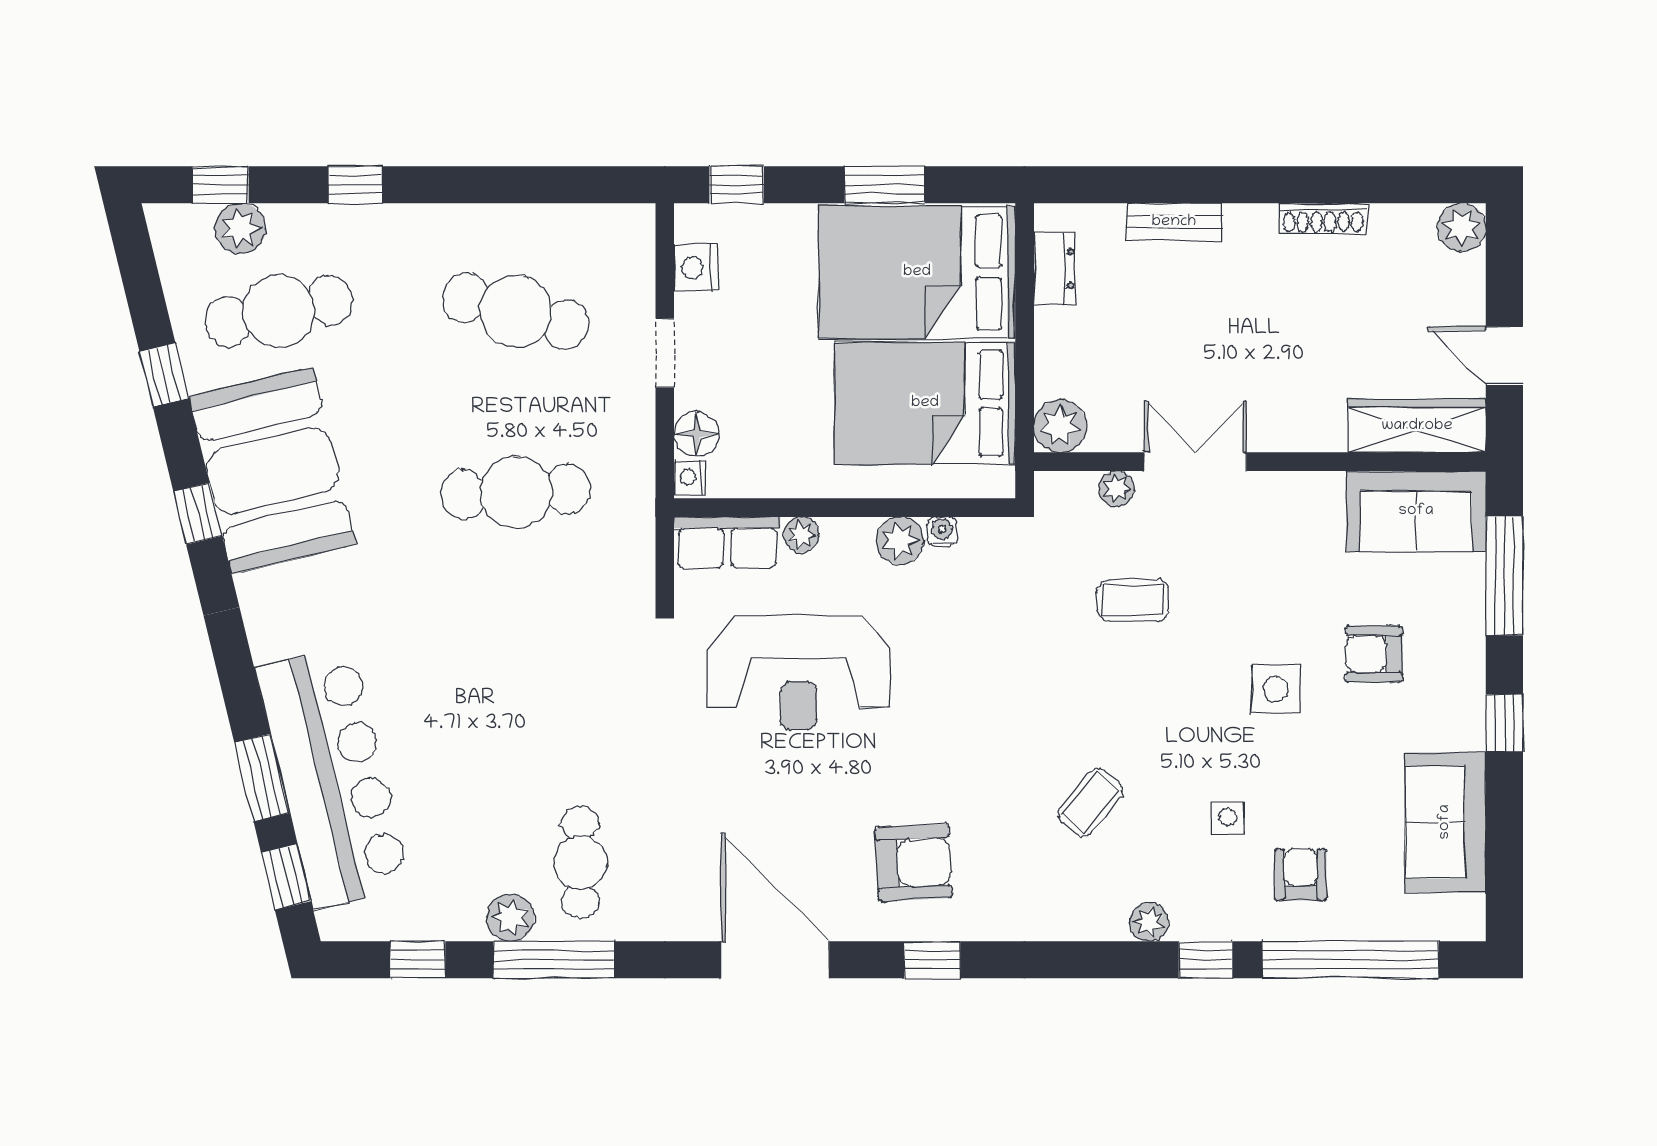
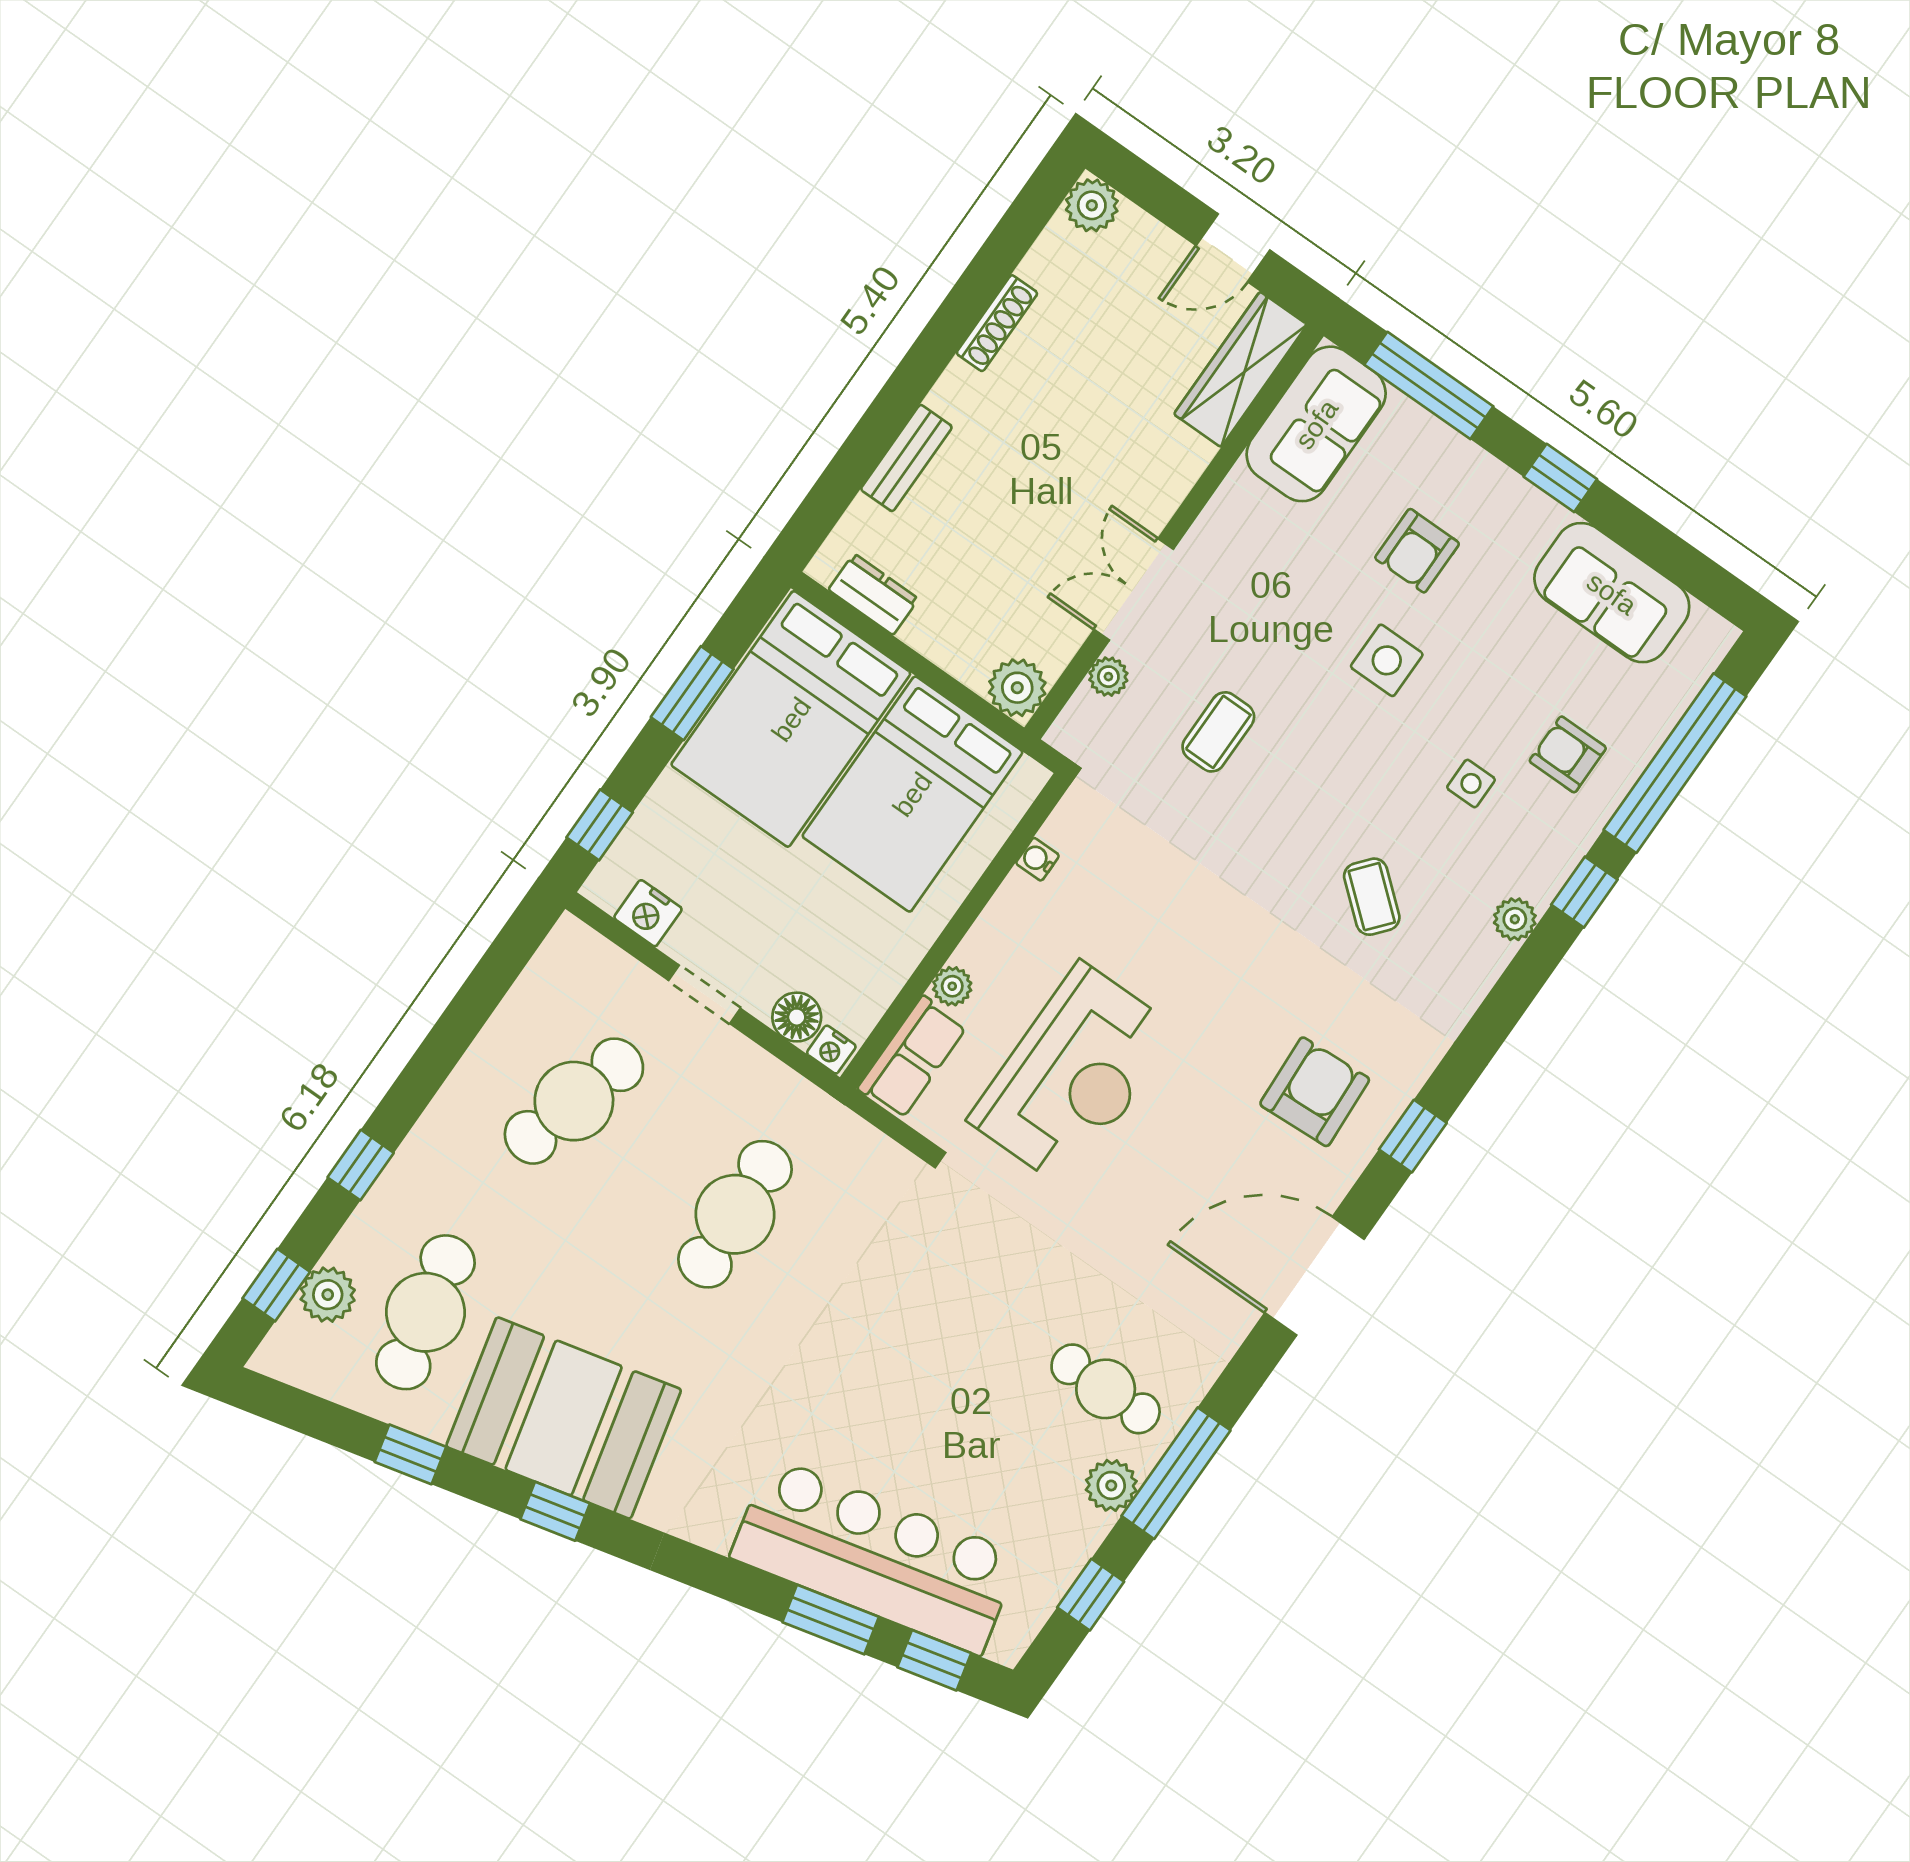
plant: (900, 541) -> (1019, 902), removed

